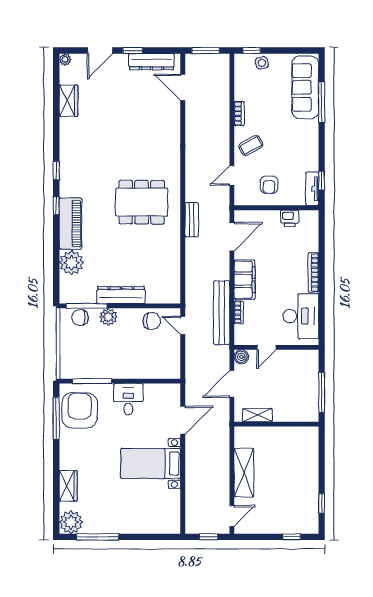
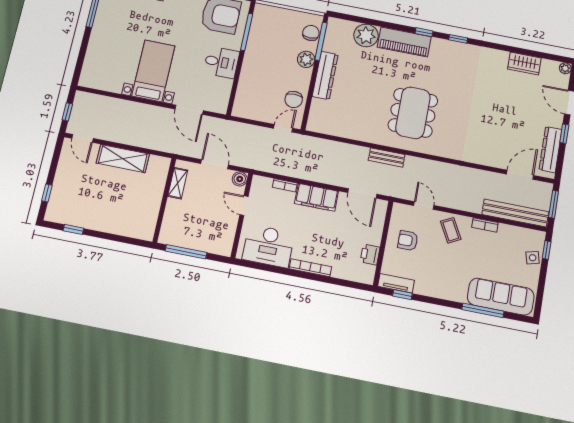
bench: (222, 313) -> (515, 213), moved

